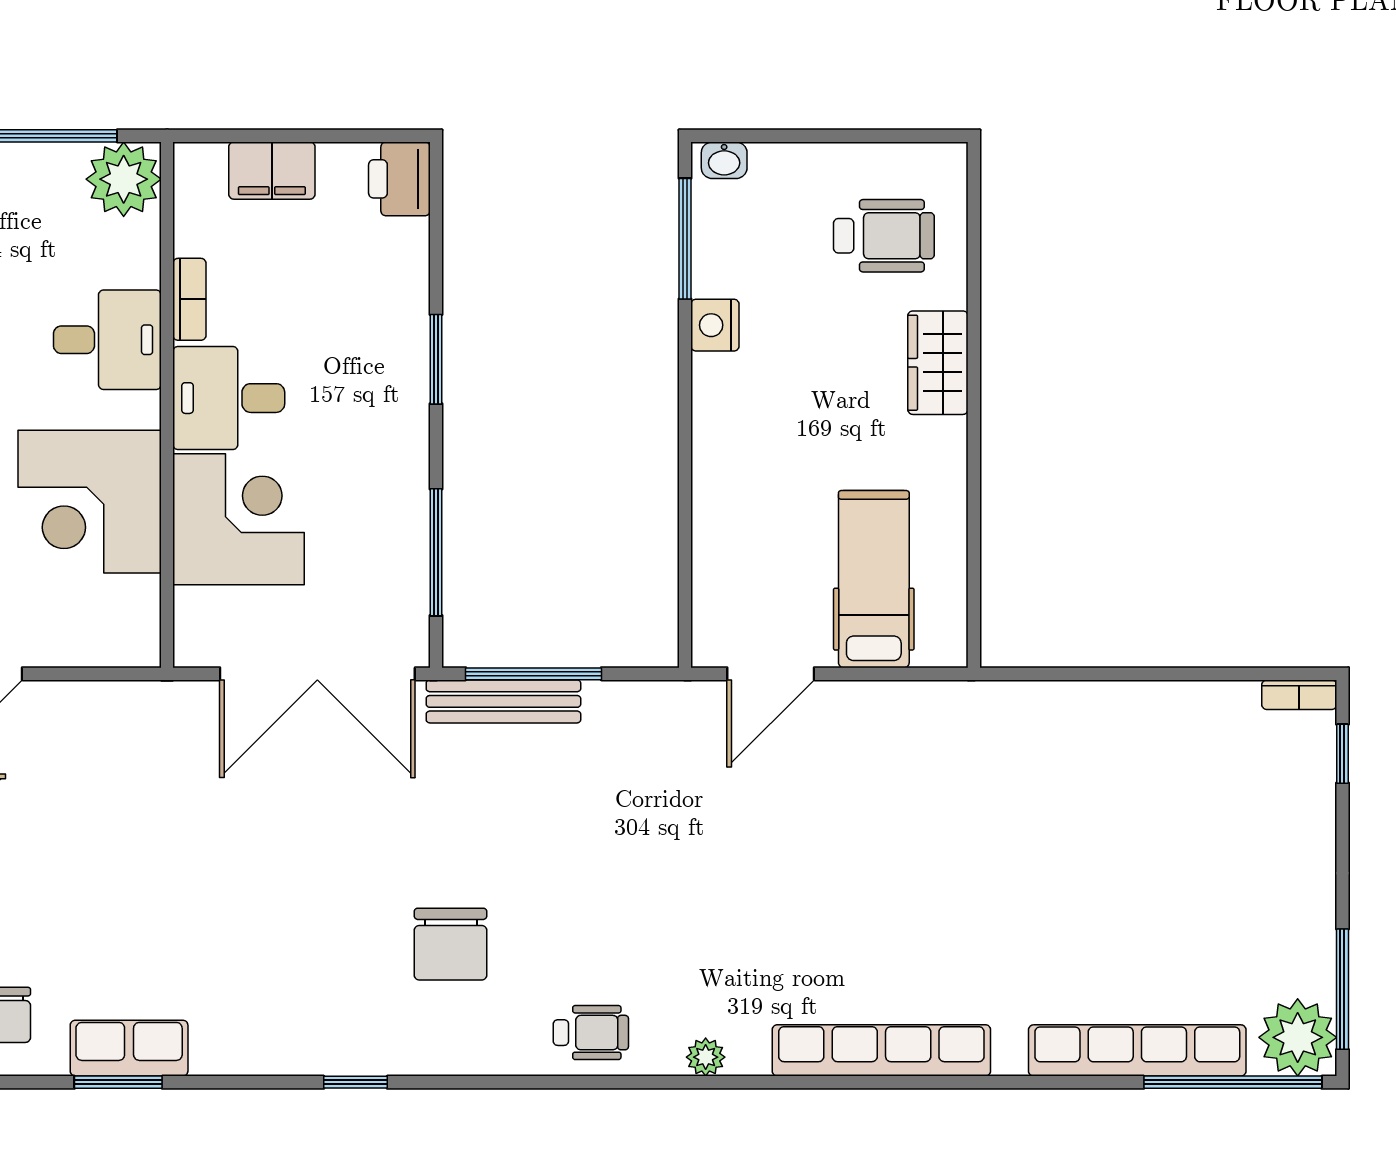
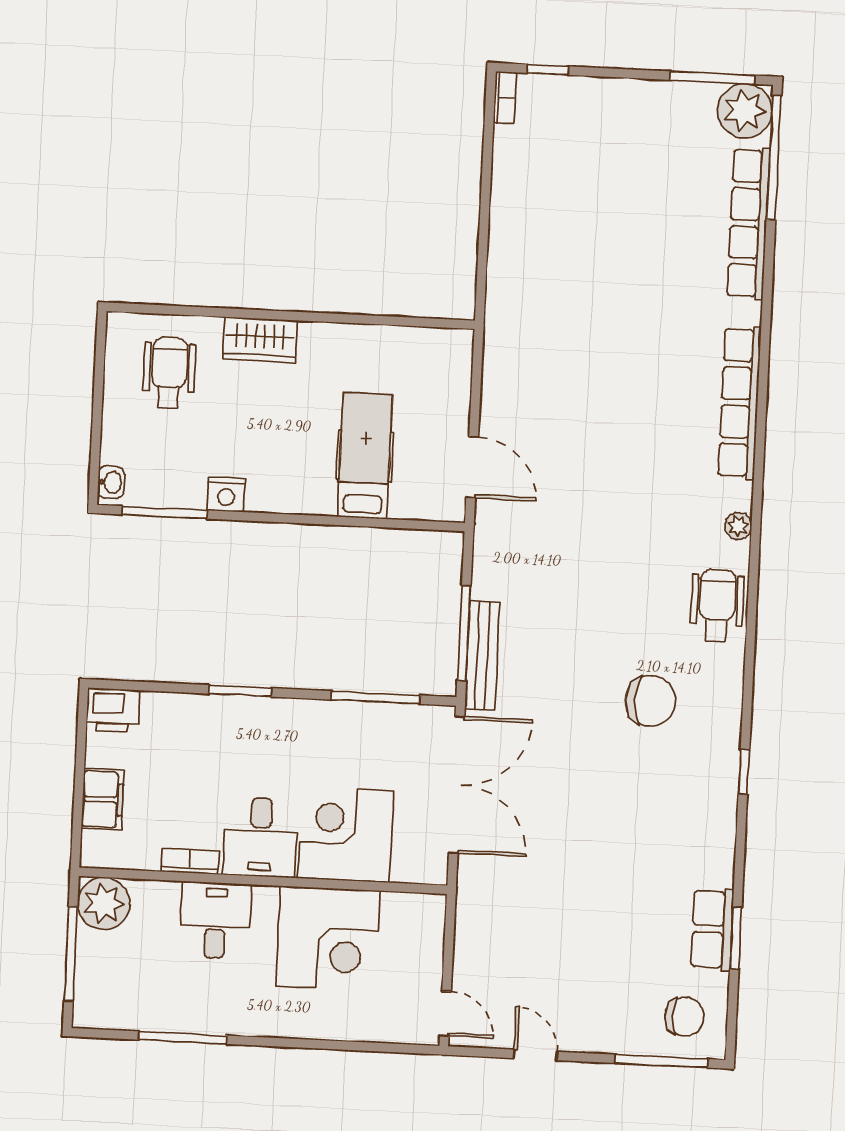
hospital bed: (874, 579) -> (365, 456), moved, turned 90
wheelchair: (591, 1033) -> (717, 606), width x1.36, depth x1.37

